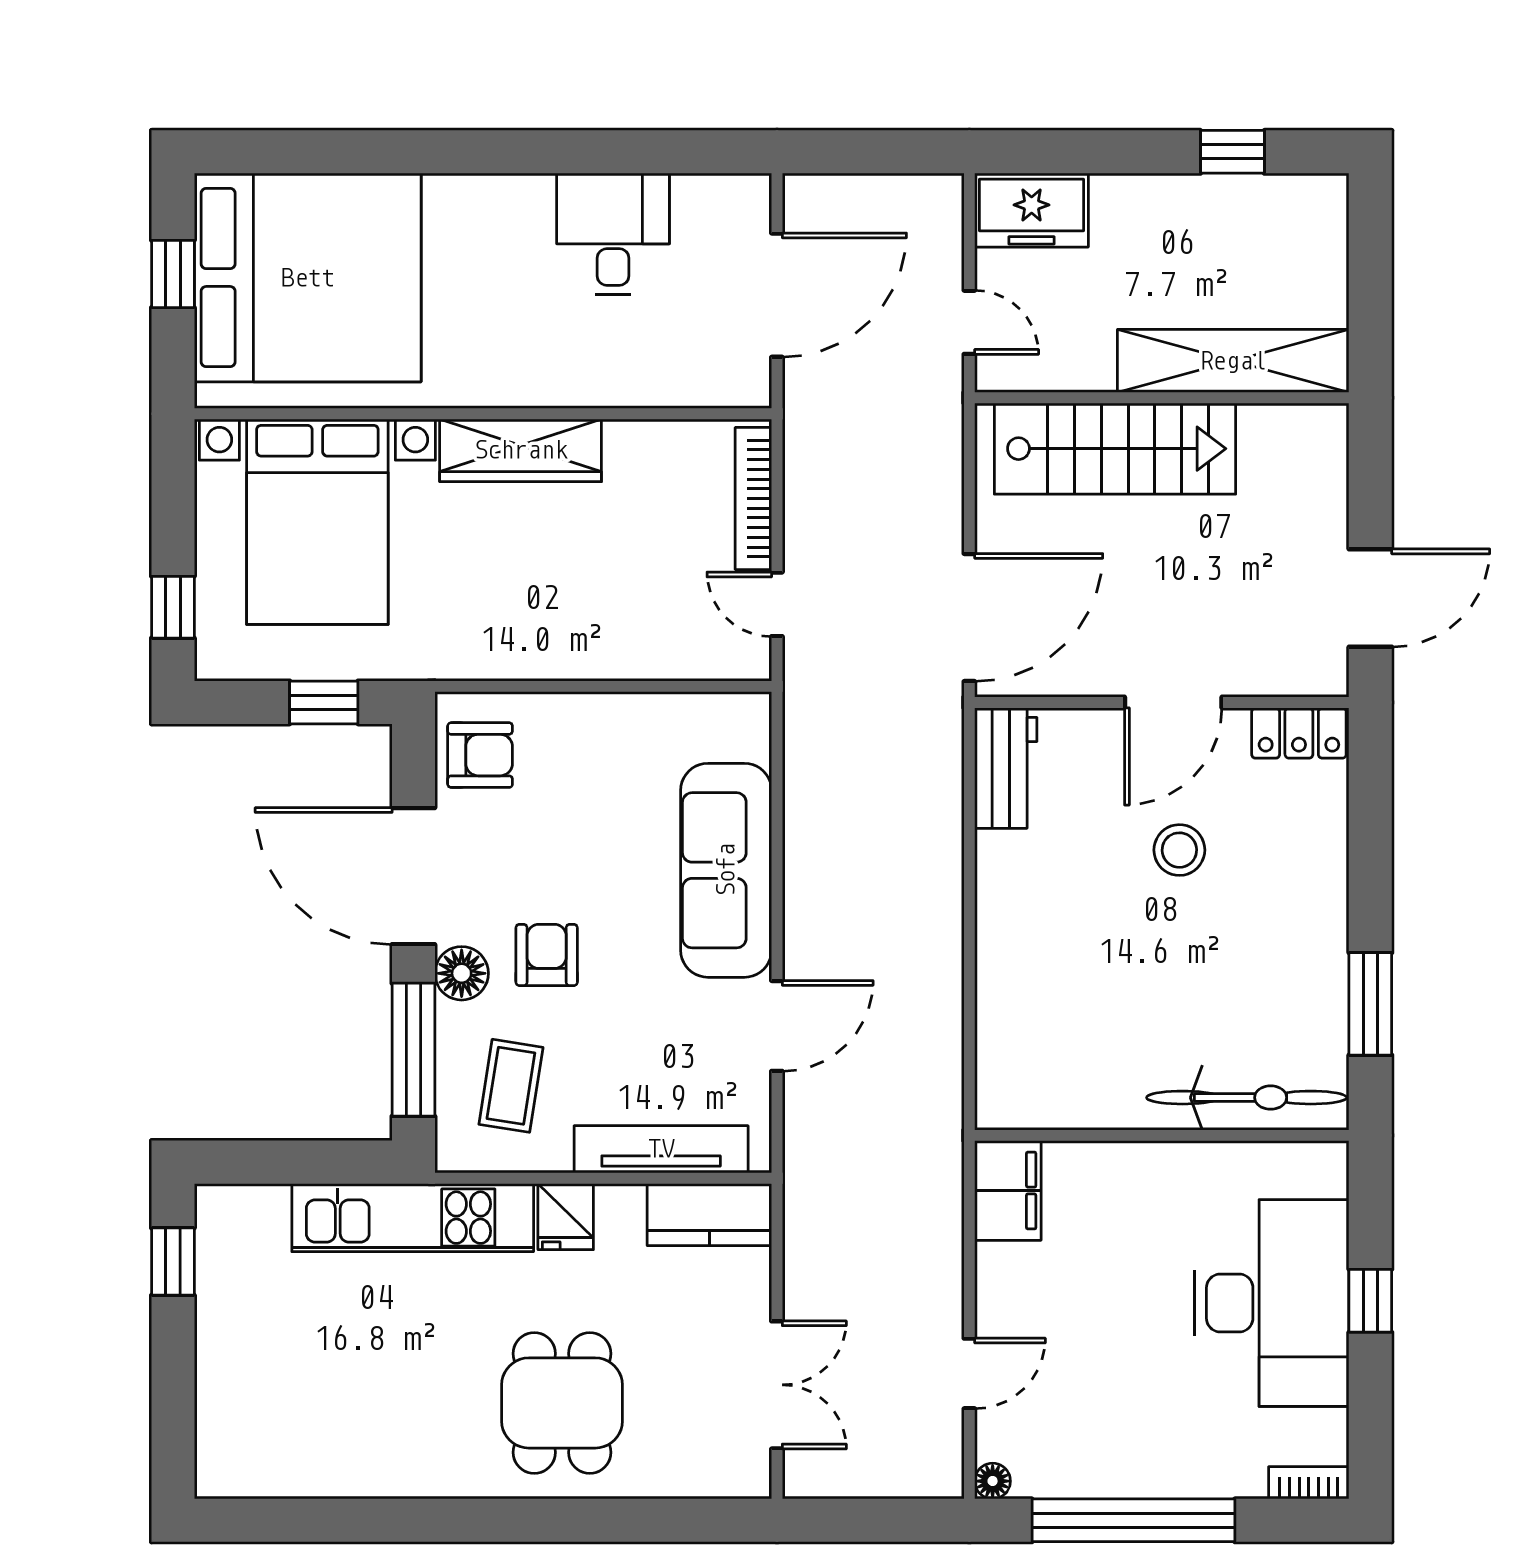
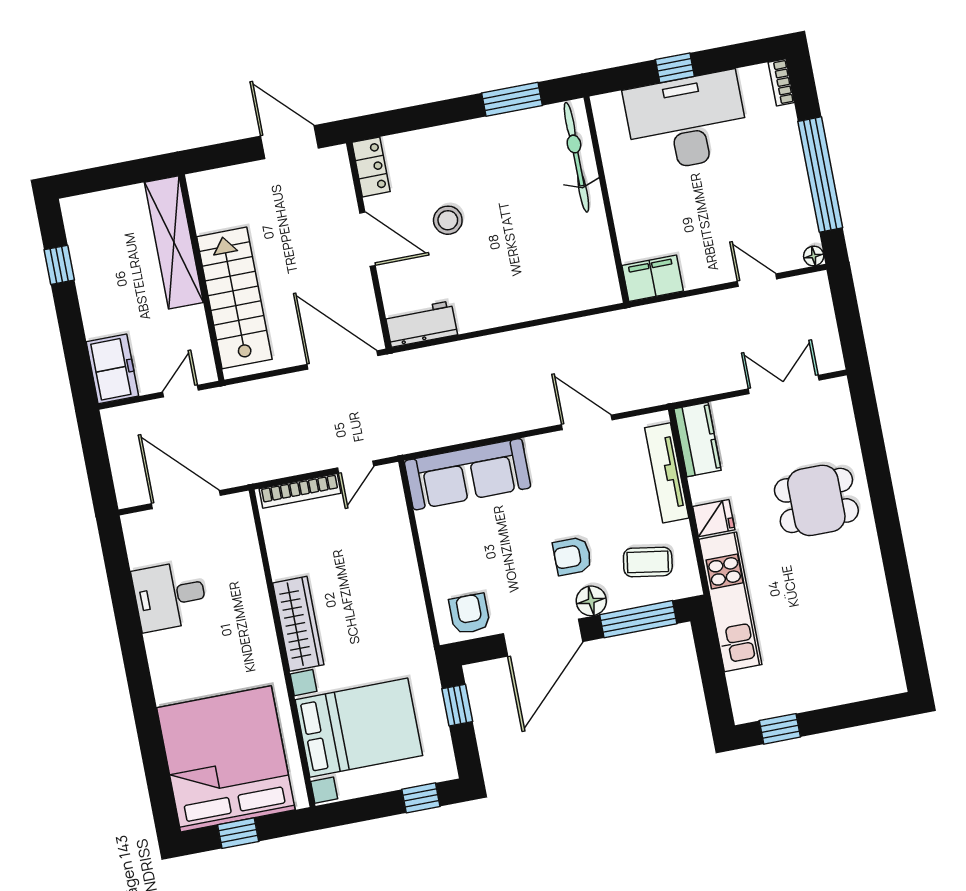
sofa: (726, 870) -> (468, 474), moved

